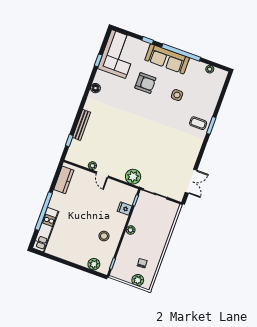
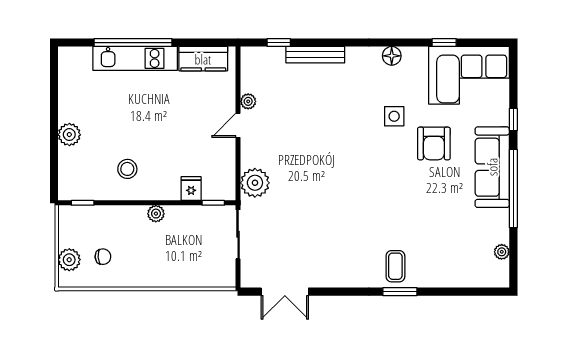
side table: (177, 95) -> (394, 116), moved
kitchen unit: (46, 230) -> (135, 58), moved
plant: (94, 264) -> (69, 135), moved

